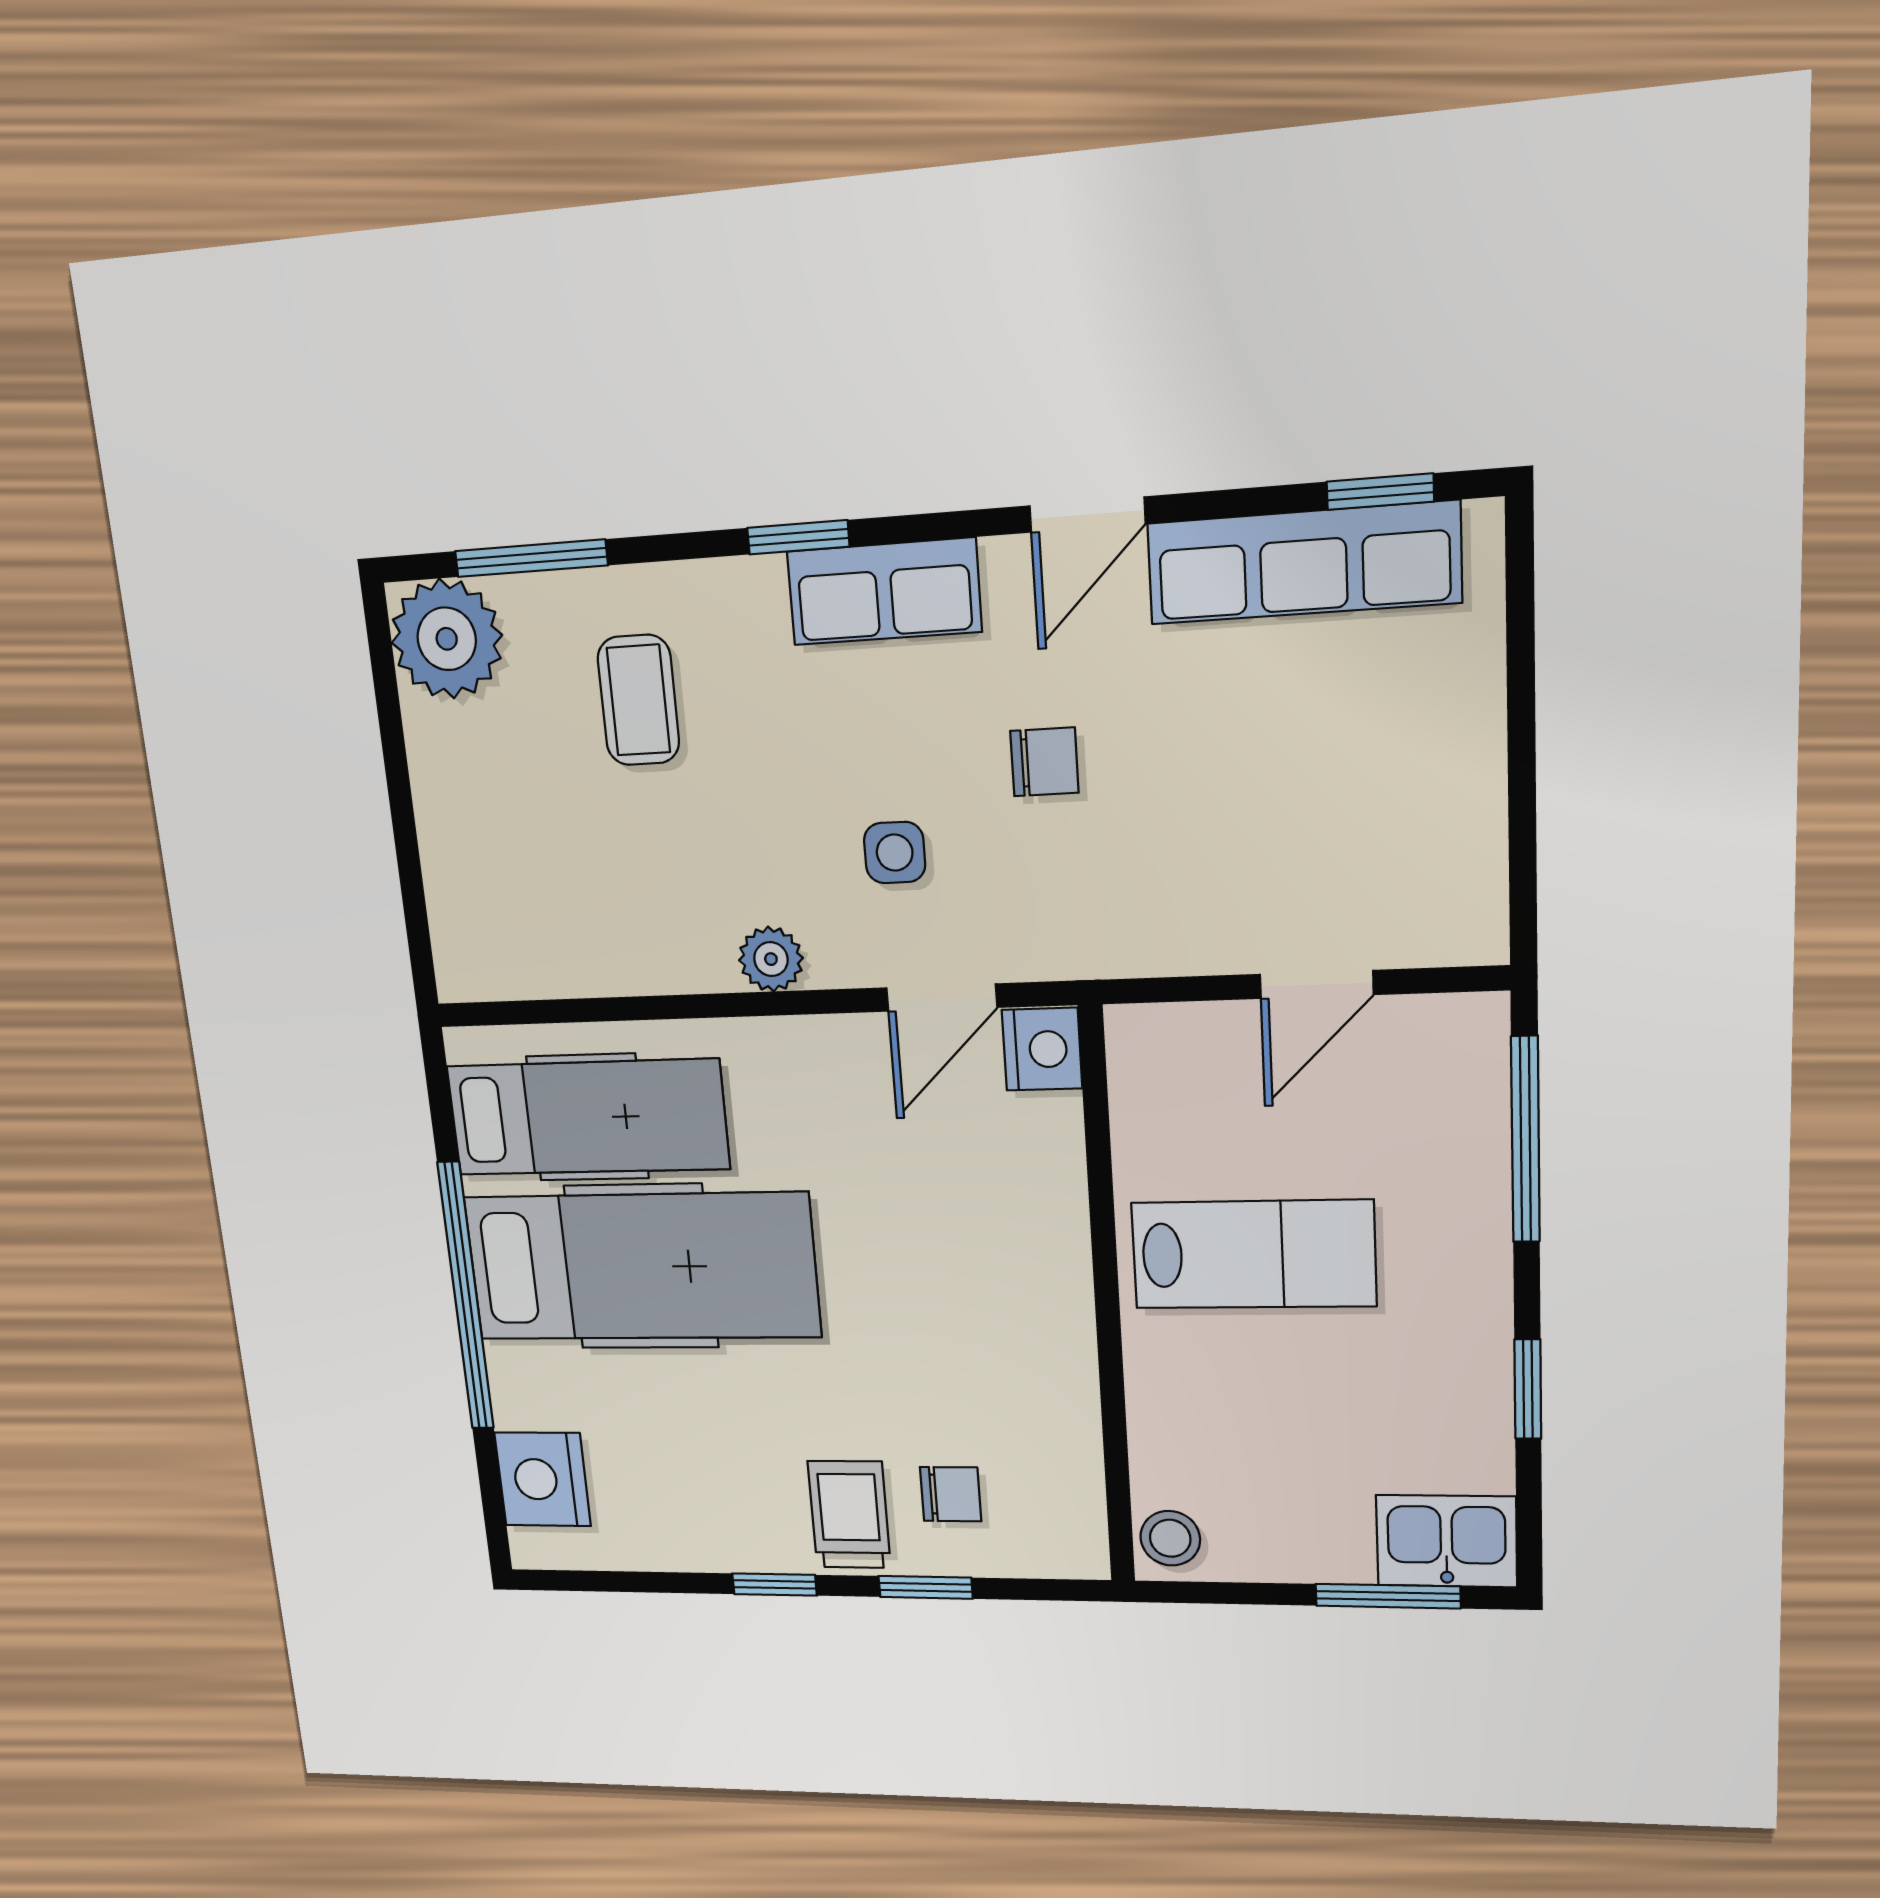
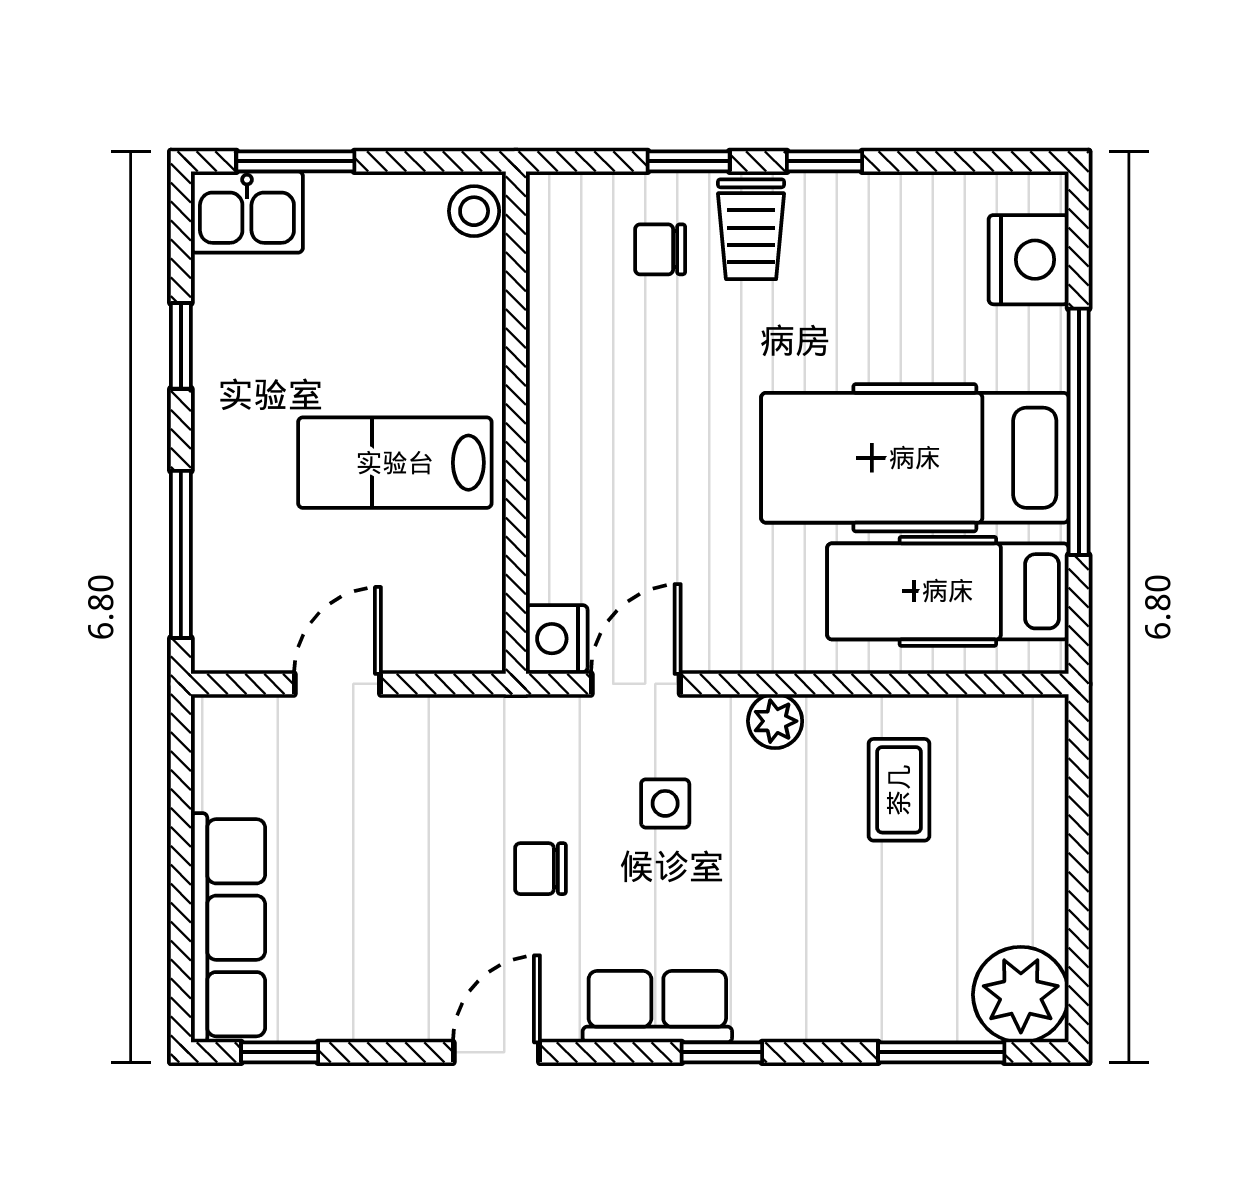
row of seats: (1303, 563) -> (228, 928), moved, turned 90
coffee table: (638, 700) -> (899, 790), moved

